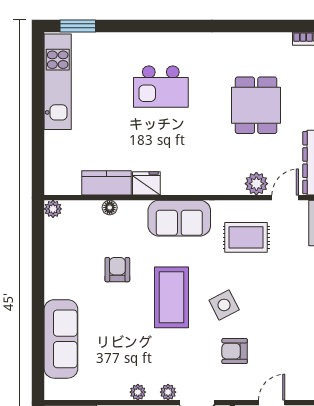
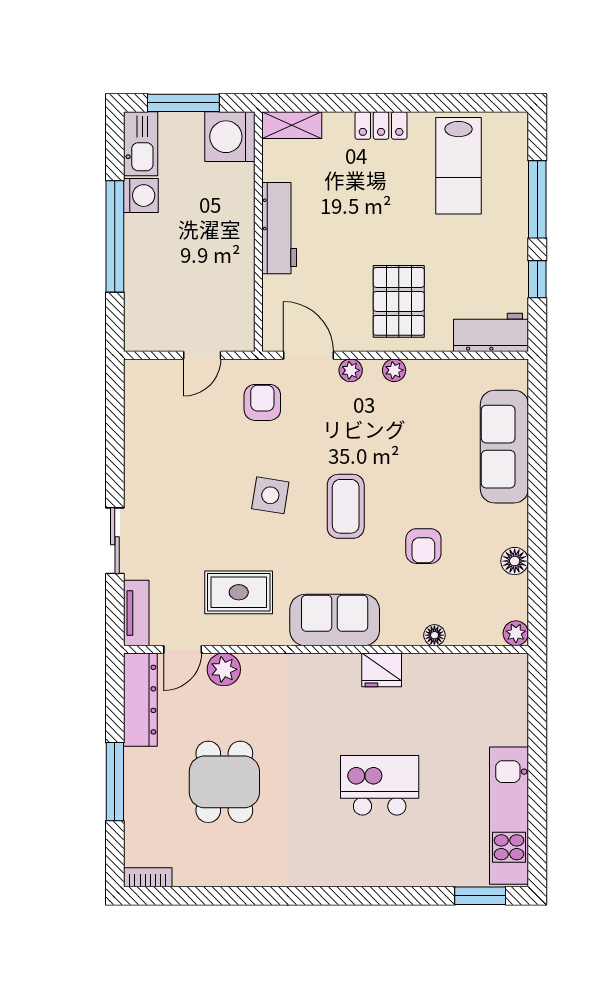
kitchen island: (161, 87) -> (380, 785), moved
kitchen counter: (106, 183) -> (439, 671), removed
floor lamp: (54, 259) -> (515, 561), added
coffee table: (172, 297) -> (346, 506), width x0.73, depth x0.76
side table: (224, 305) -> (270, 495), turned 36
armchair: (235, 351) -> (262, 402), moved, turned -90

